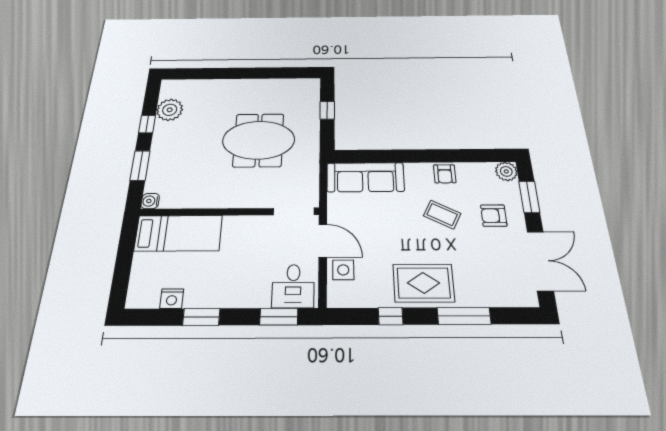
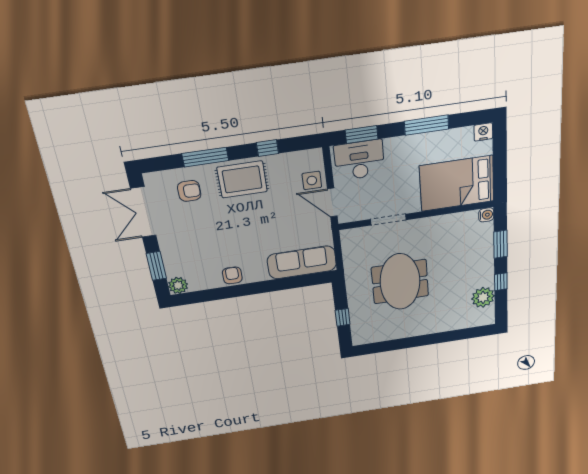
meeting table: (259, 140) -> (400, 282), turned 90
doorway: (294, 211) -> (388, 220), moved
coffee table: (442, 215) -> (231, 240), removed
armchair: (494, 216) -> (189, 191), moved
bed: (179, 233) -> (457, 184), width x1.50
desk: (293, 286) -> (359, 160), width x1.37
nightstand: (172, 299) -> (483, 132), moved
window: (201, 317) -> (427, 125), width x1.44

